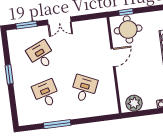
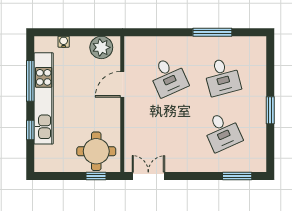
double door: (59, 21) -> (148, 176), moved
door: (113, 58) -> (122, 84), moved
desk: (84, 89) -> (168, 77), turned -48

